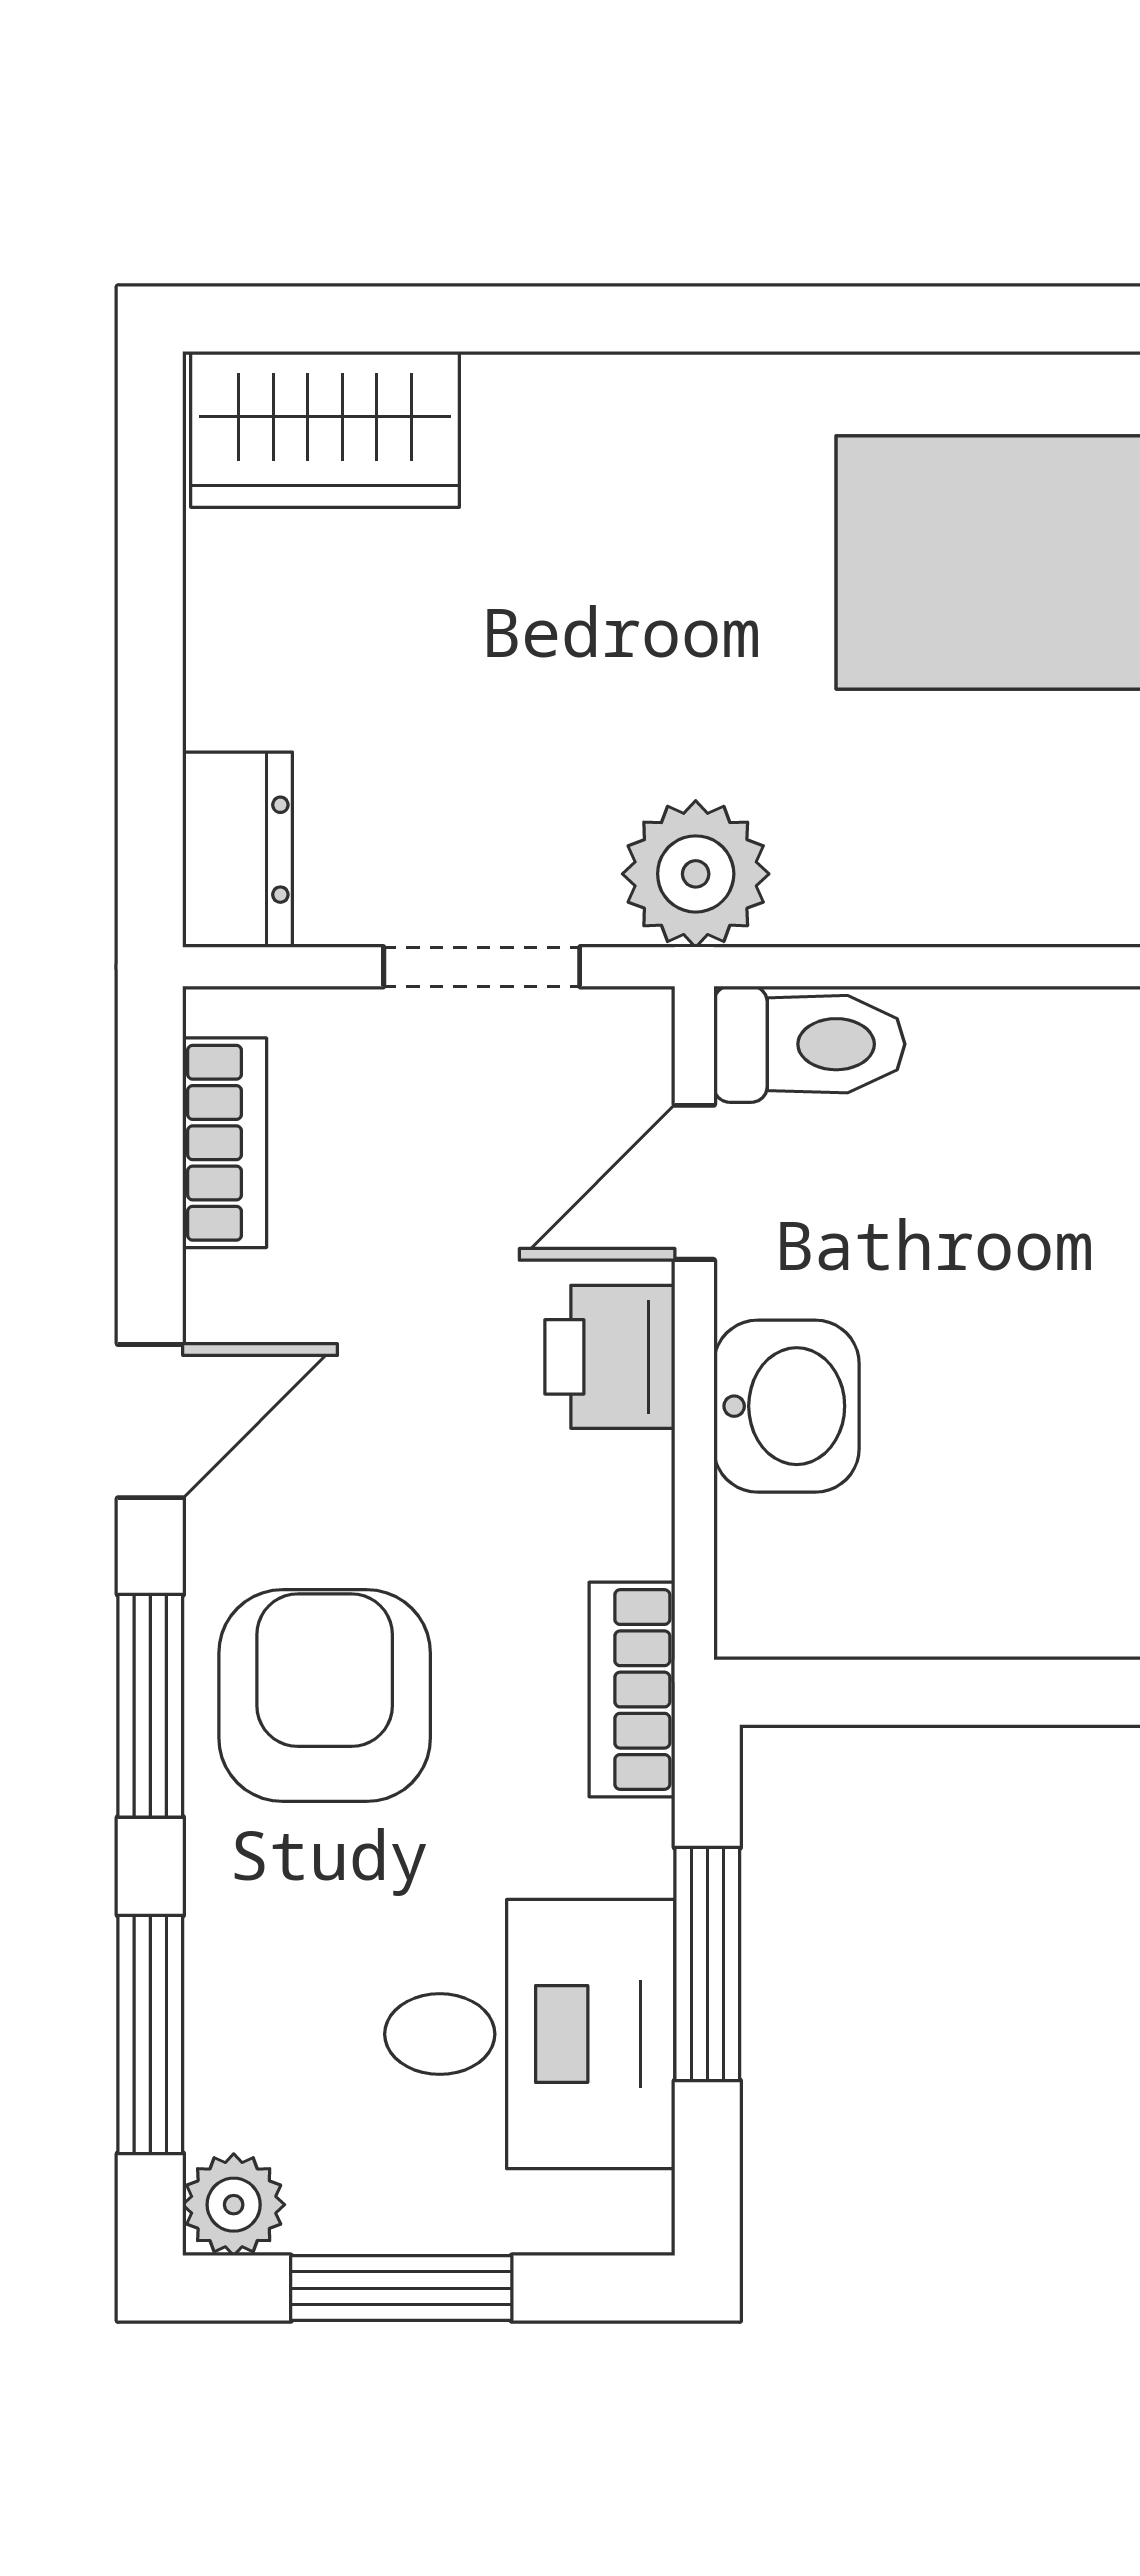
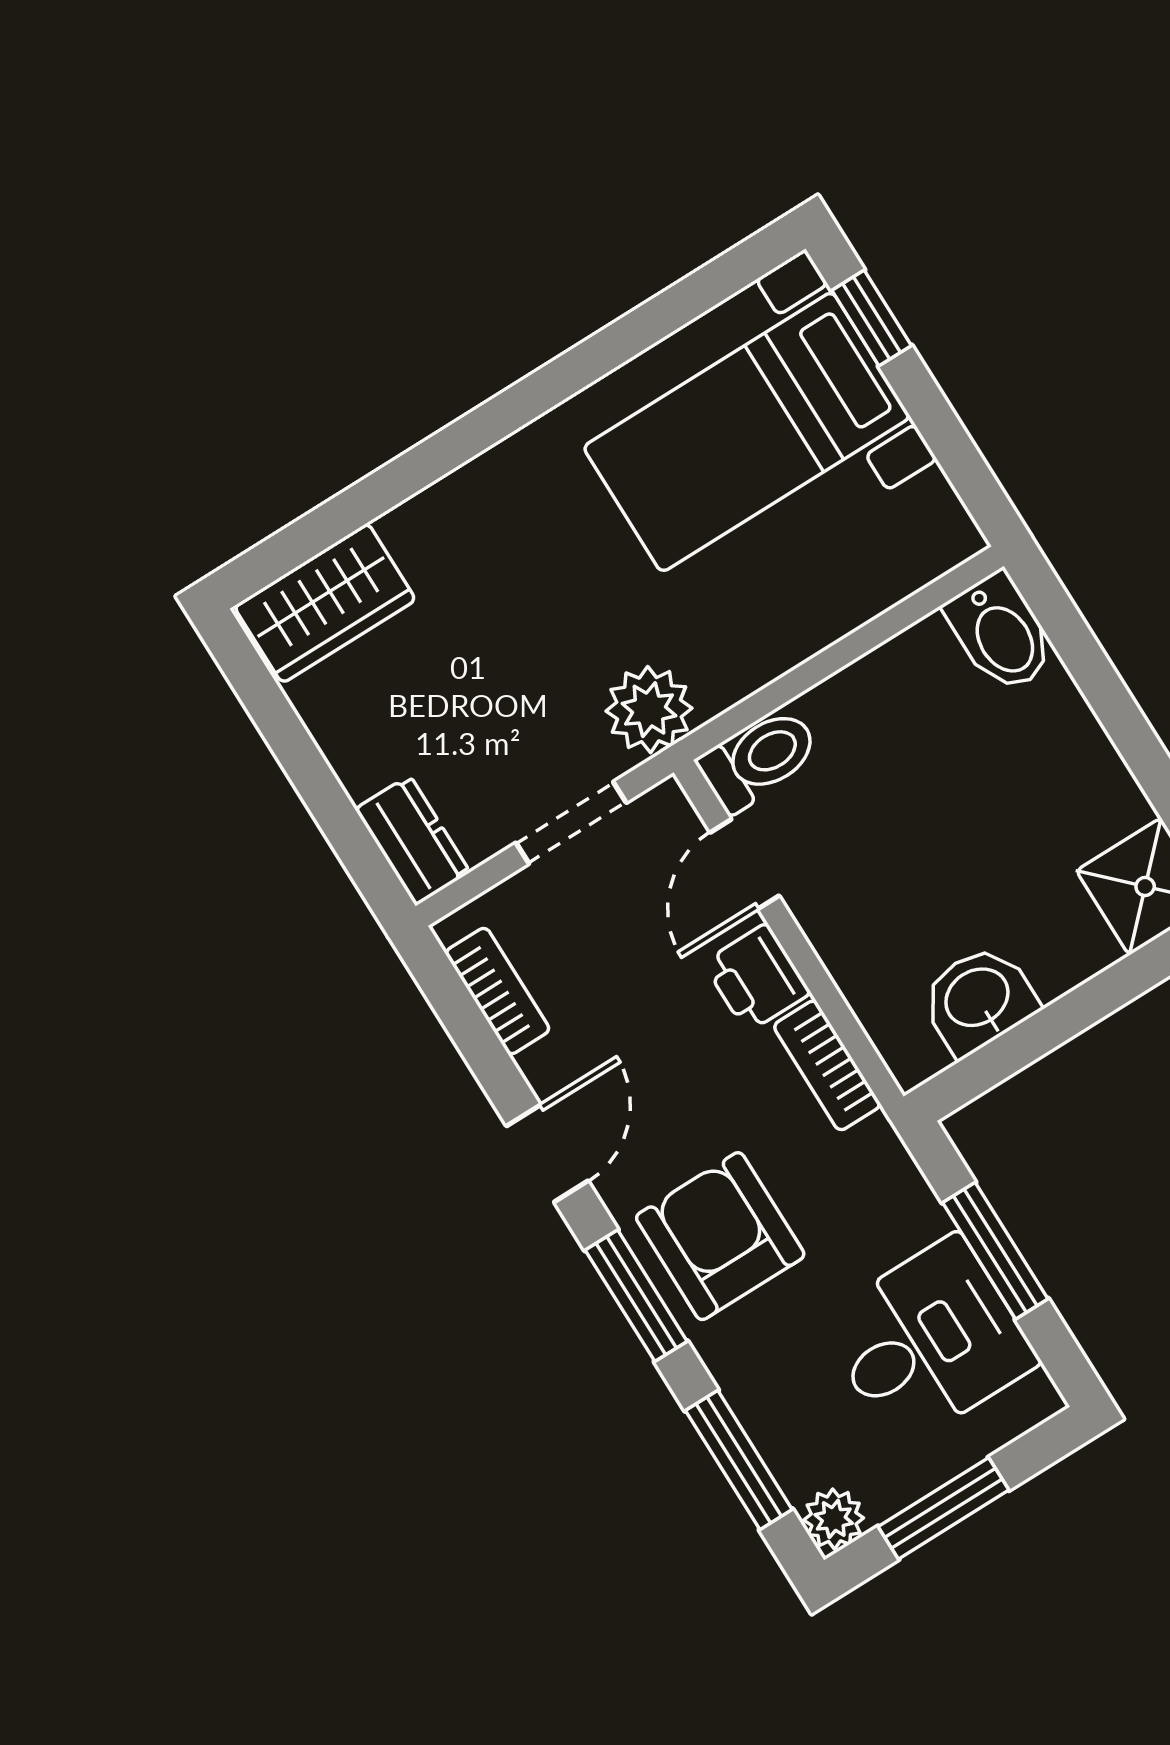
washbasin: (786, 1406) -> (978, 999), moved, turned -90
bookcase: (632, 1690) -> (827, 1065), moved

